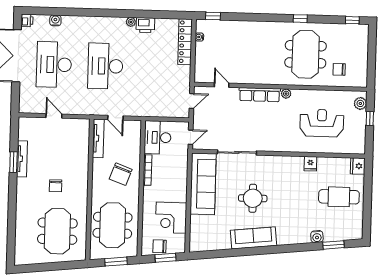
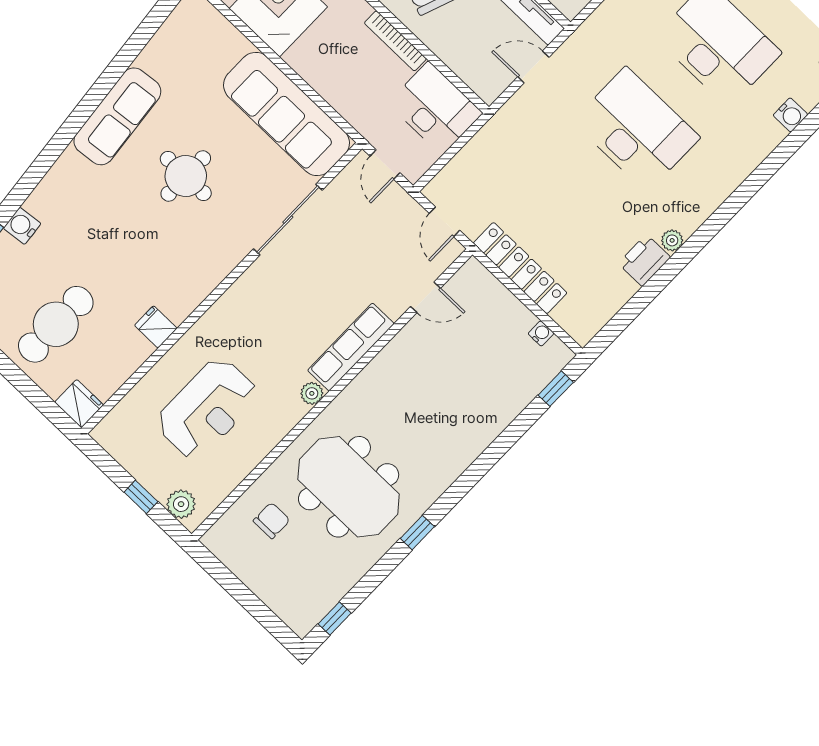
locker: (185, 42) -> (520, 268), moved

